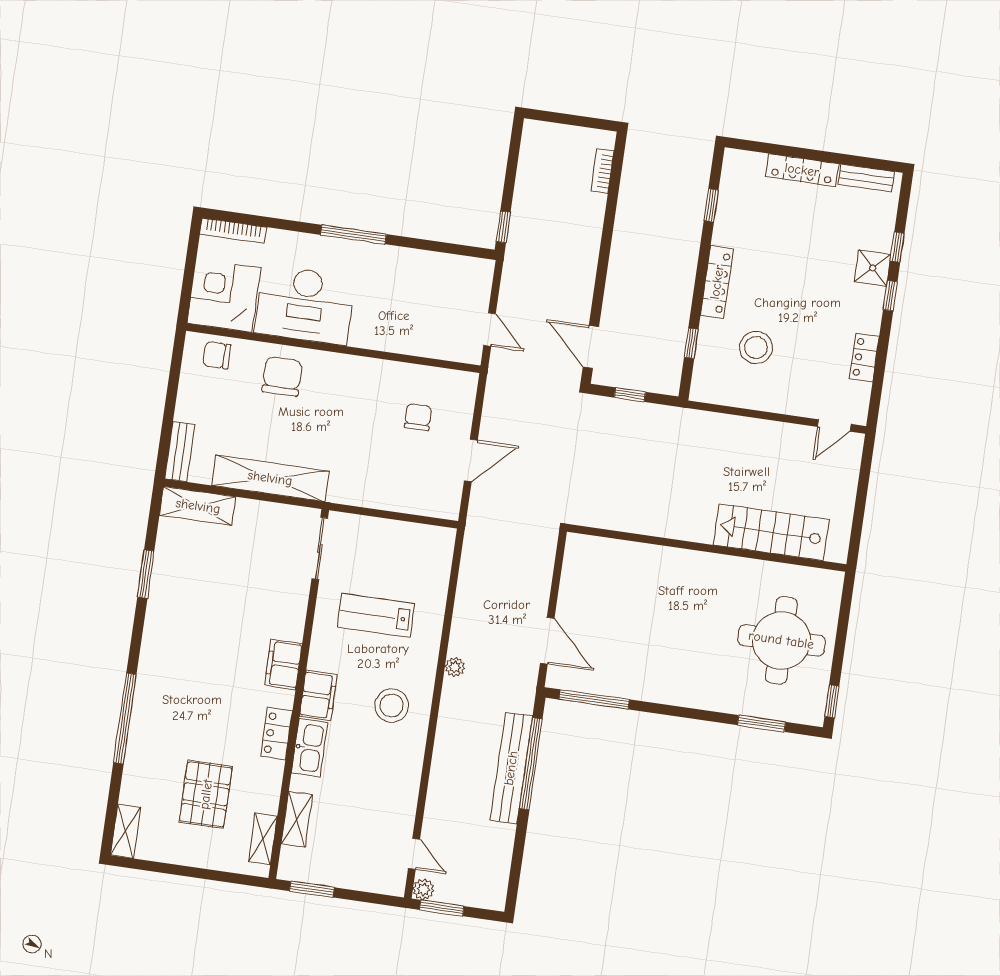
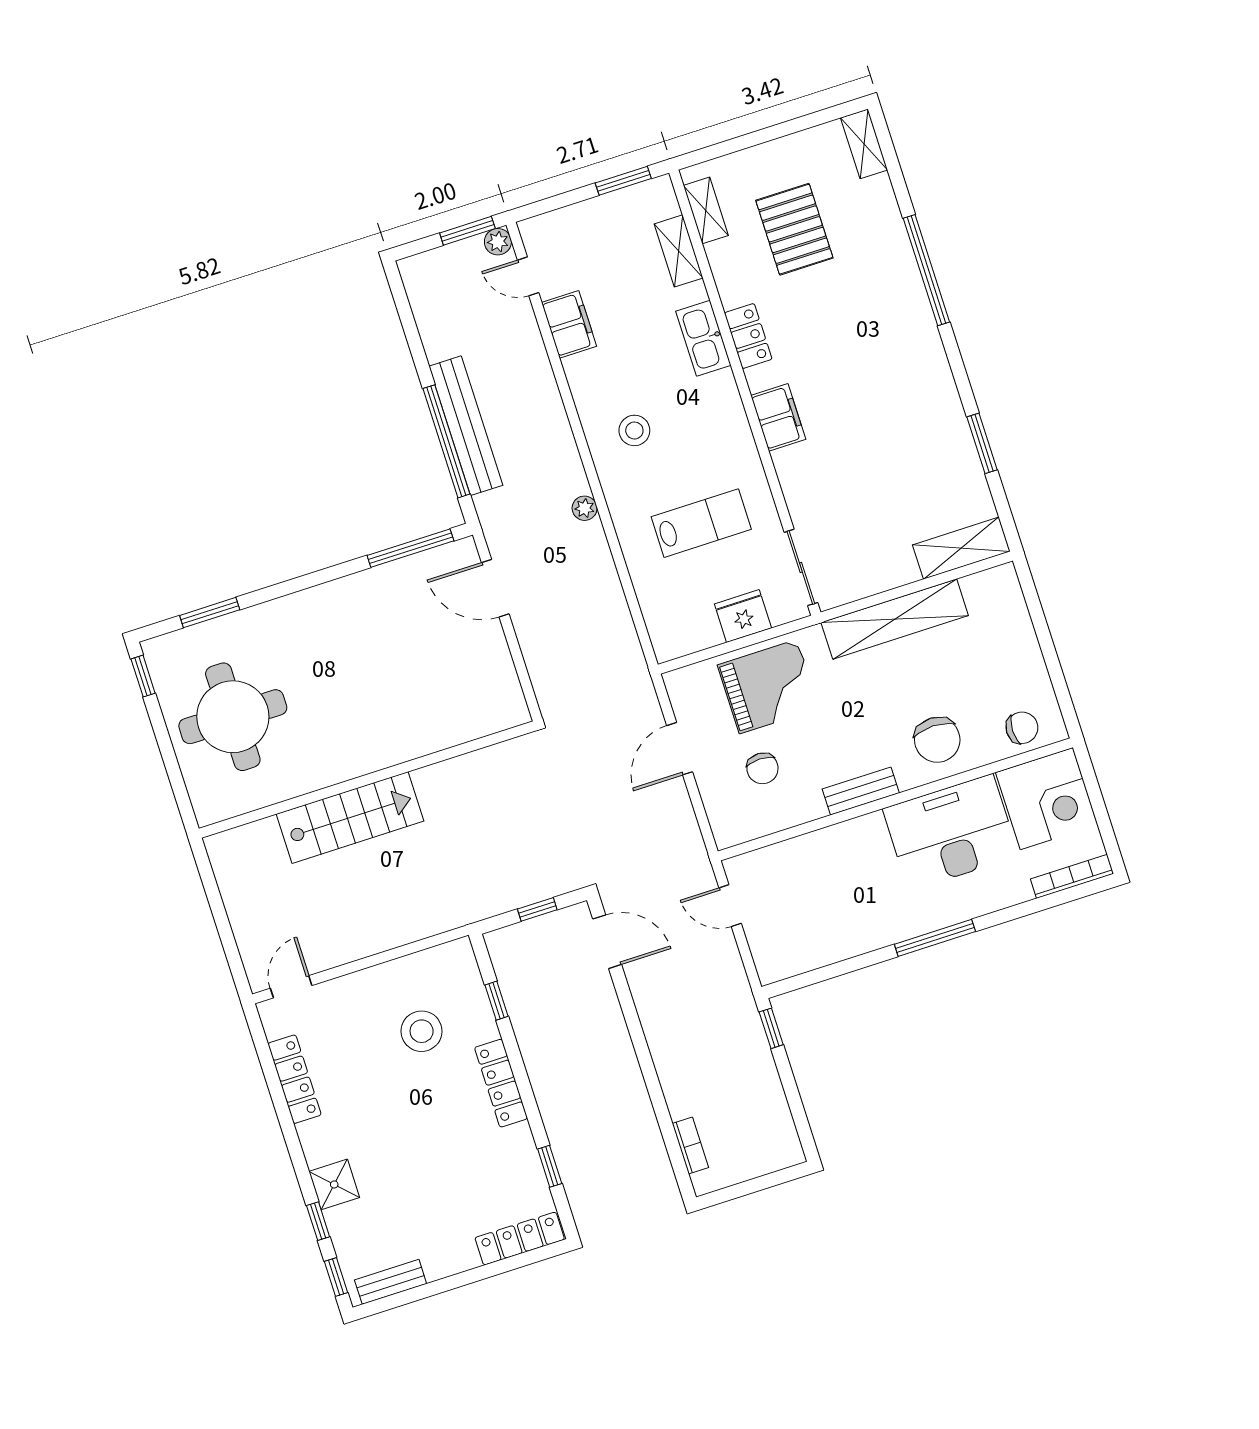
locker: (802, 170) -> (520, 1239), moved
window: (890, 296) -> (336, 1277), moved
locker: (864, 358) -> (295, 1079), width x1.53
bench: (180, 452) -> (861, 791), moved, turned 90
grand piano: (385, 474) -> (768, 687), added
stairs: (771, 532) -> (350, 818), moved
fridge: (379, 534) -> (743, 616), added
filing cabinet: (318, 695) -> (569, 324), moved, turned 180
stool: (392, 706) -> (634, 430), width x0.73, depth x0.73

